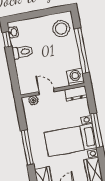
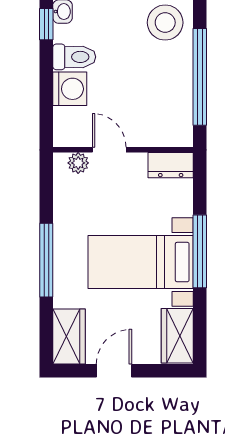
washing machine: (75, 77) -> (70, 89), moved, turned 90

